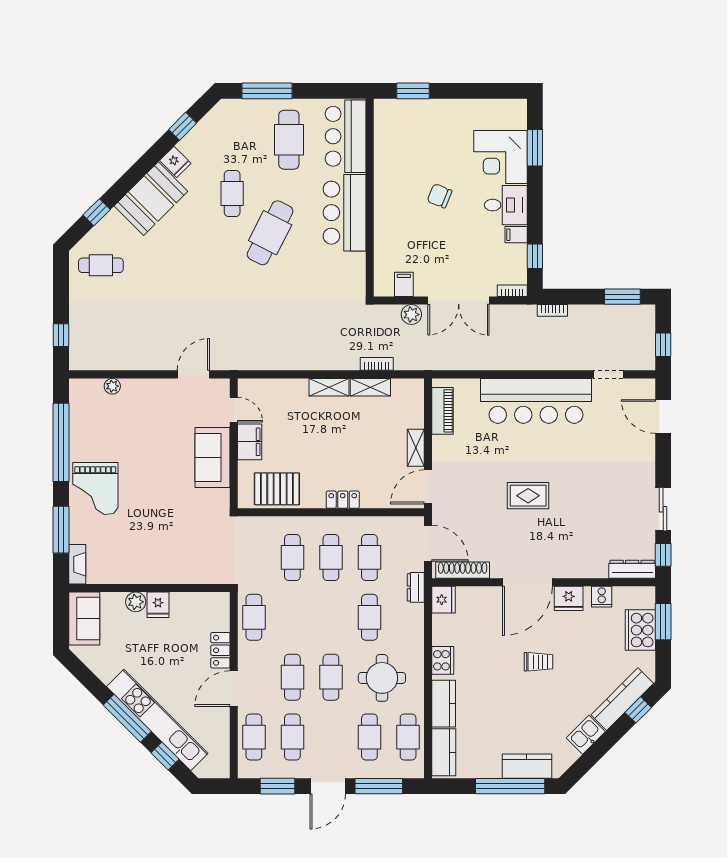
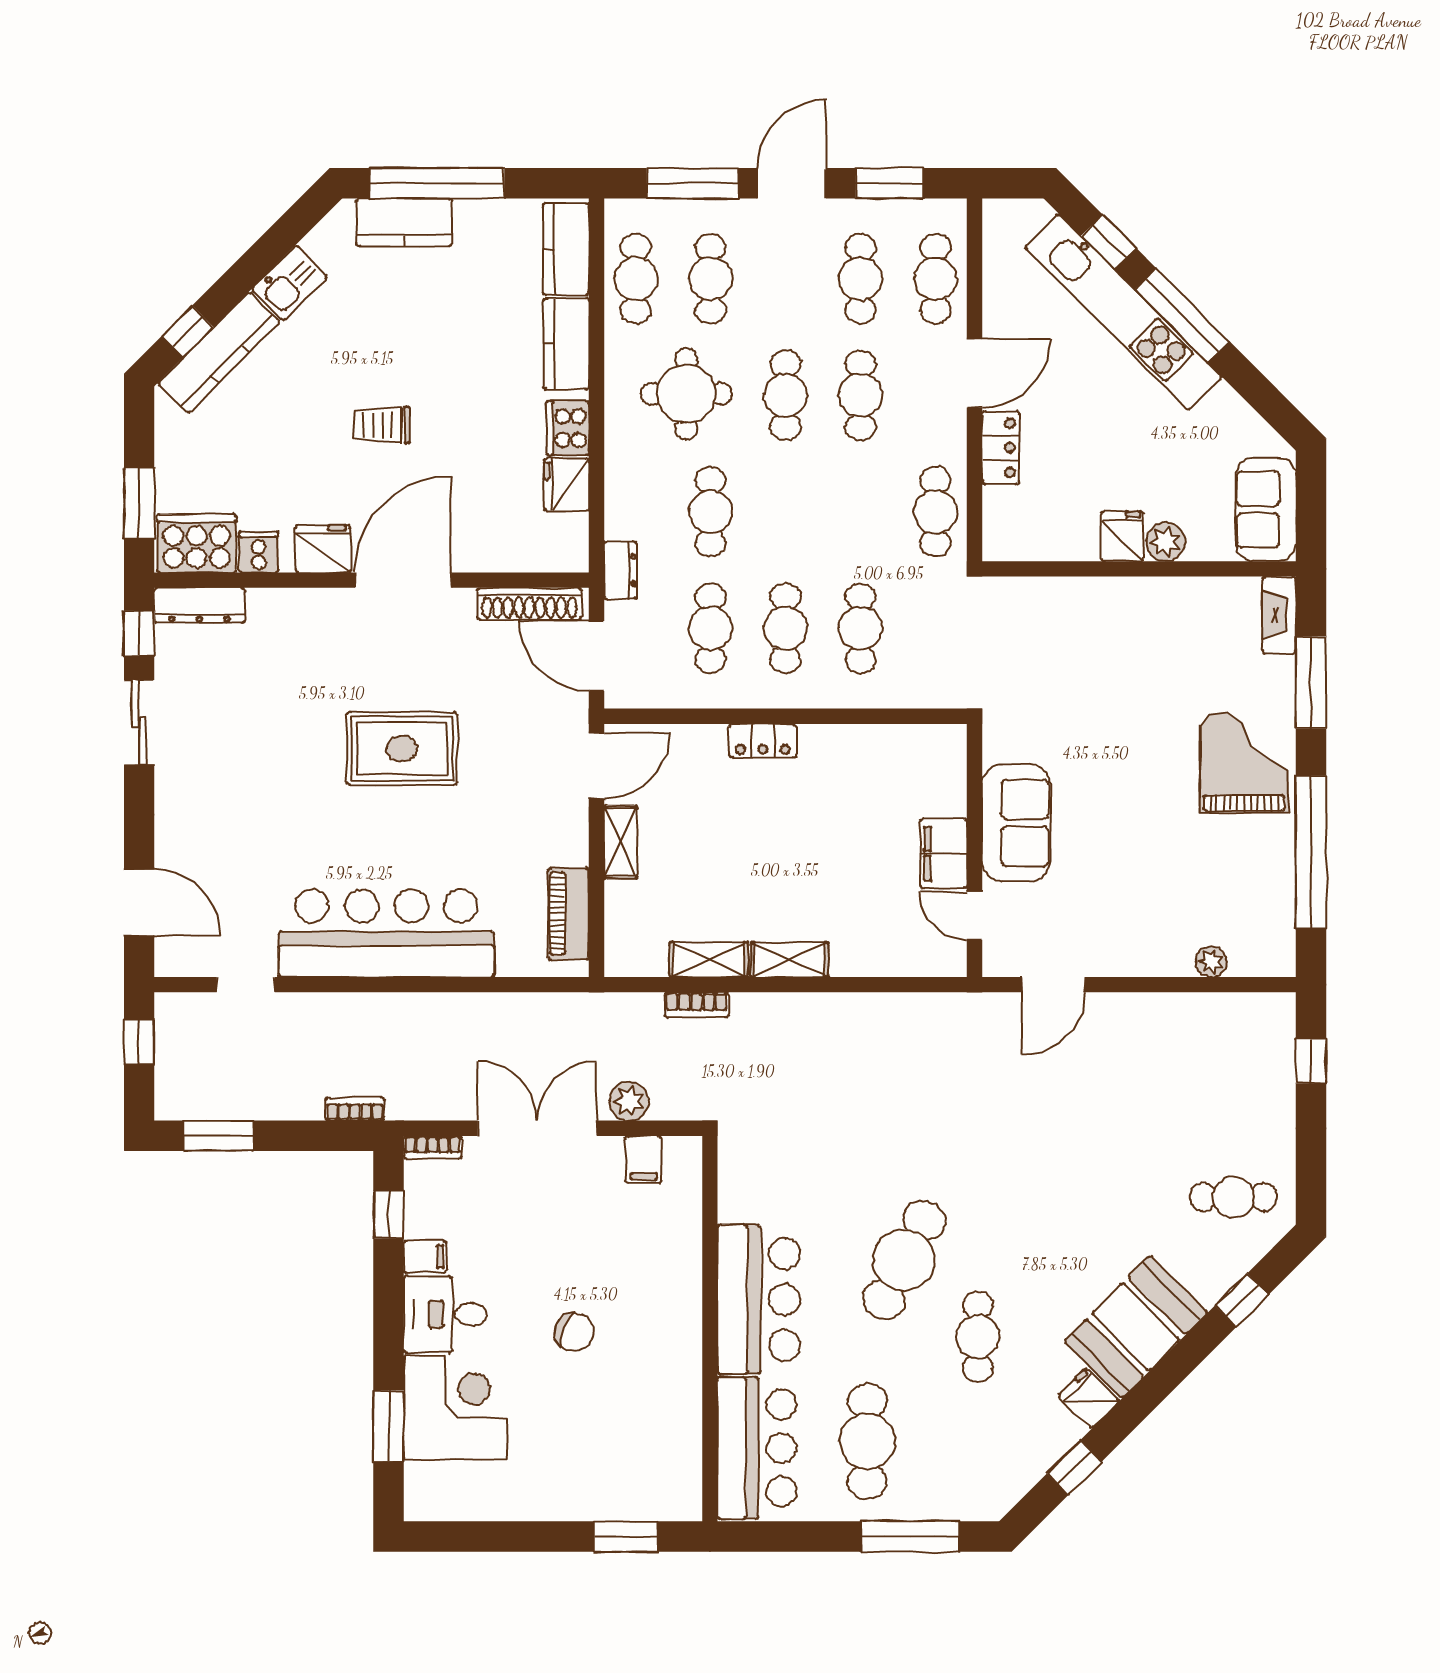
pallet: (277, 489) -> (891, 762), removed
rug: (528, 496) -> (402, 749), width x1.36, depth x1.43
fridge: (444, 600) -> (566, 485), moved
cooker: (640, 630) -> (197, 543), moved, turned -90

